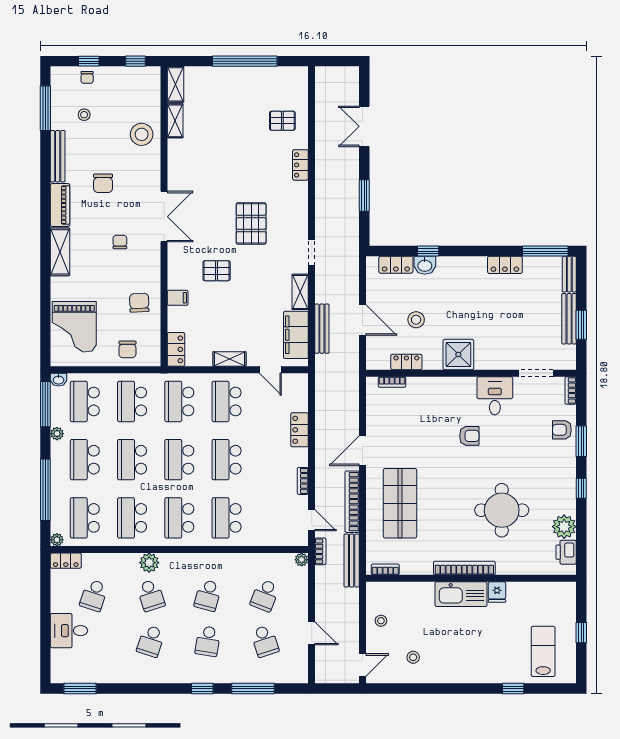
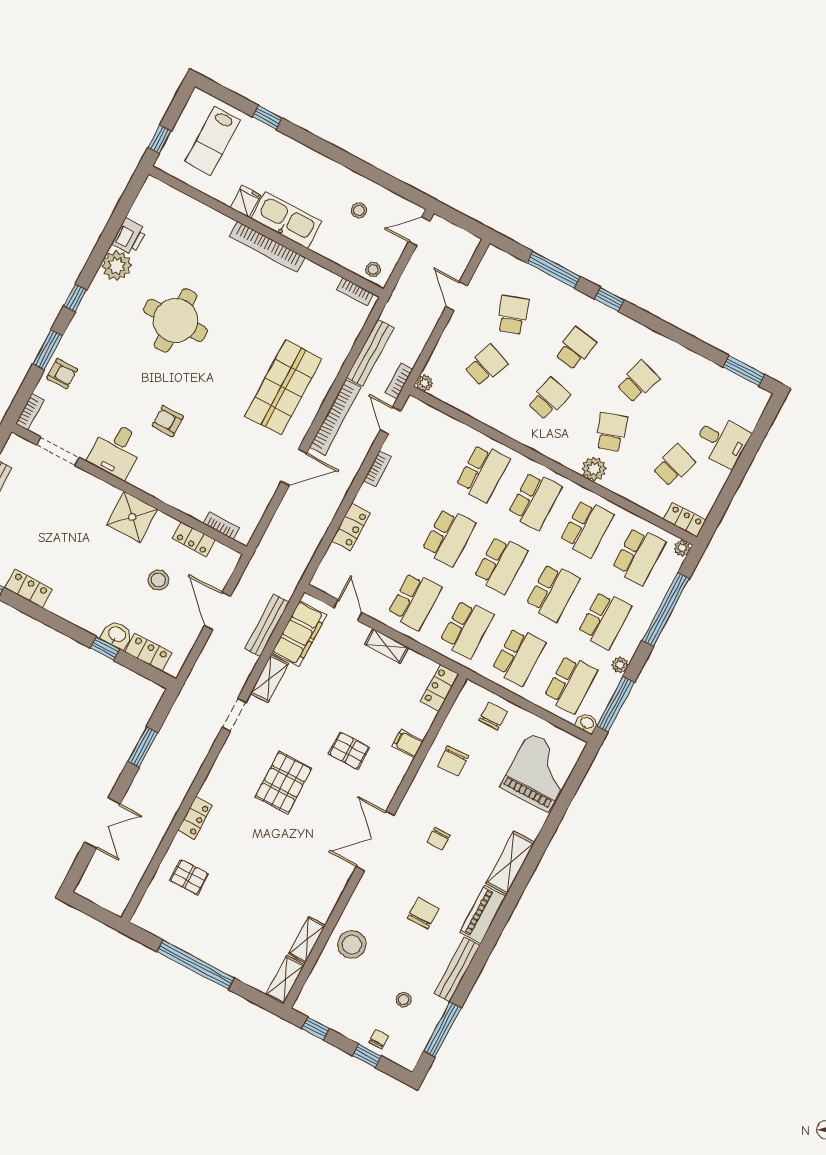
bookcase: (464, 568) -> (267, 247), moved
bookcase: (385, 569) -> (355, 292), moved
wall: (471, 578) -> (266, 232), moved
fridge: (497, 592) -> (246, 201), moved
kitchen sink: (461, 594) -> (286, 220), moved

